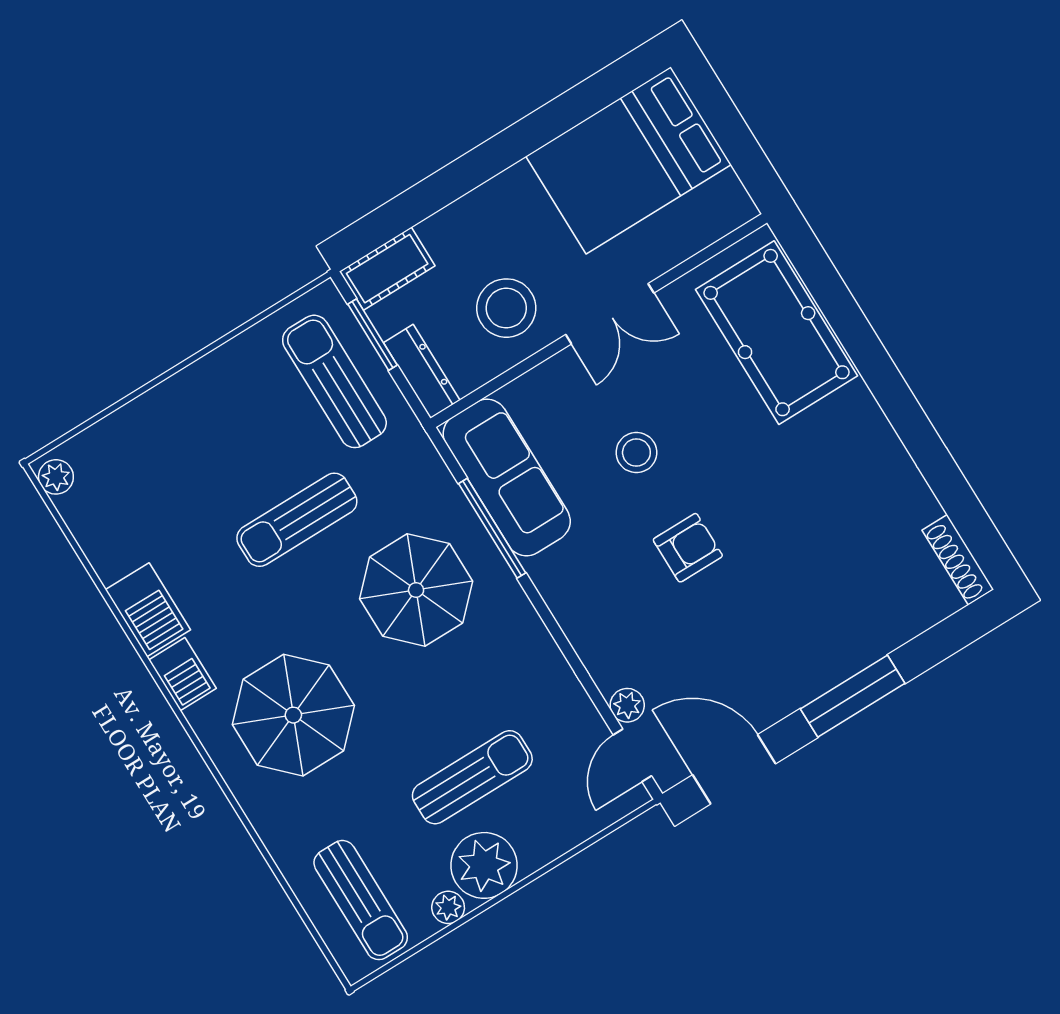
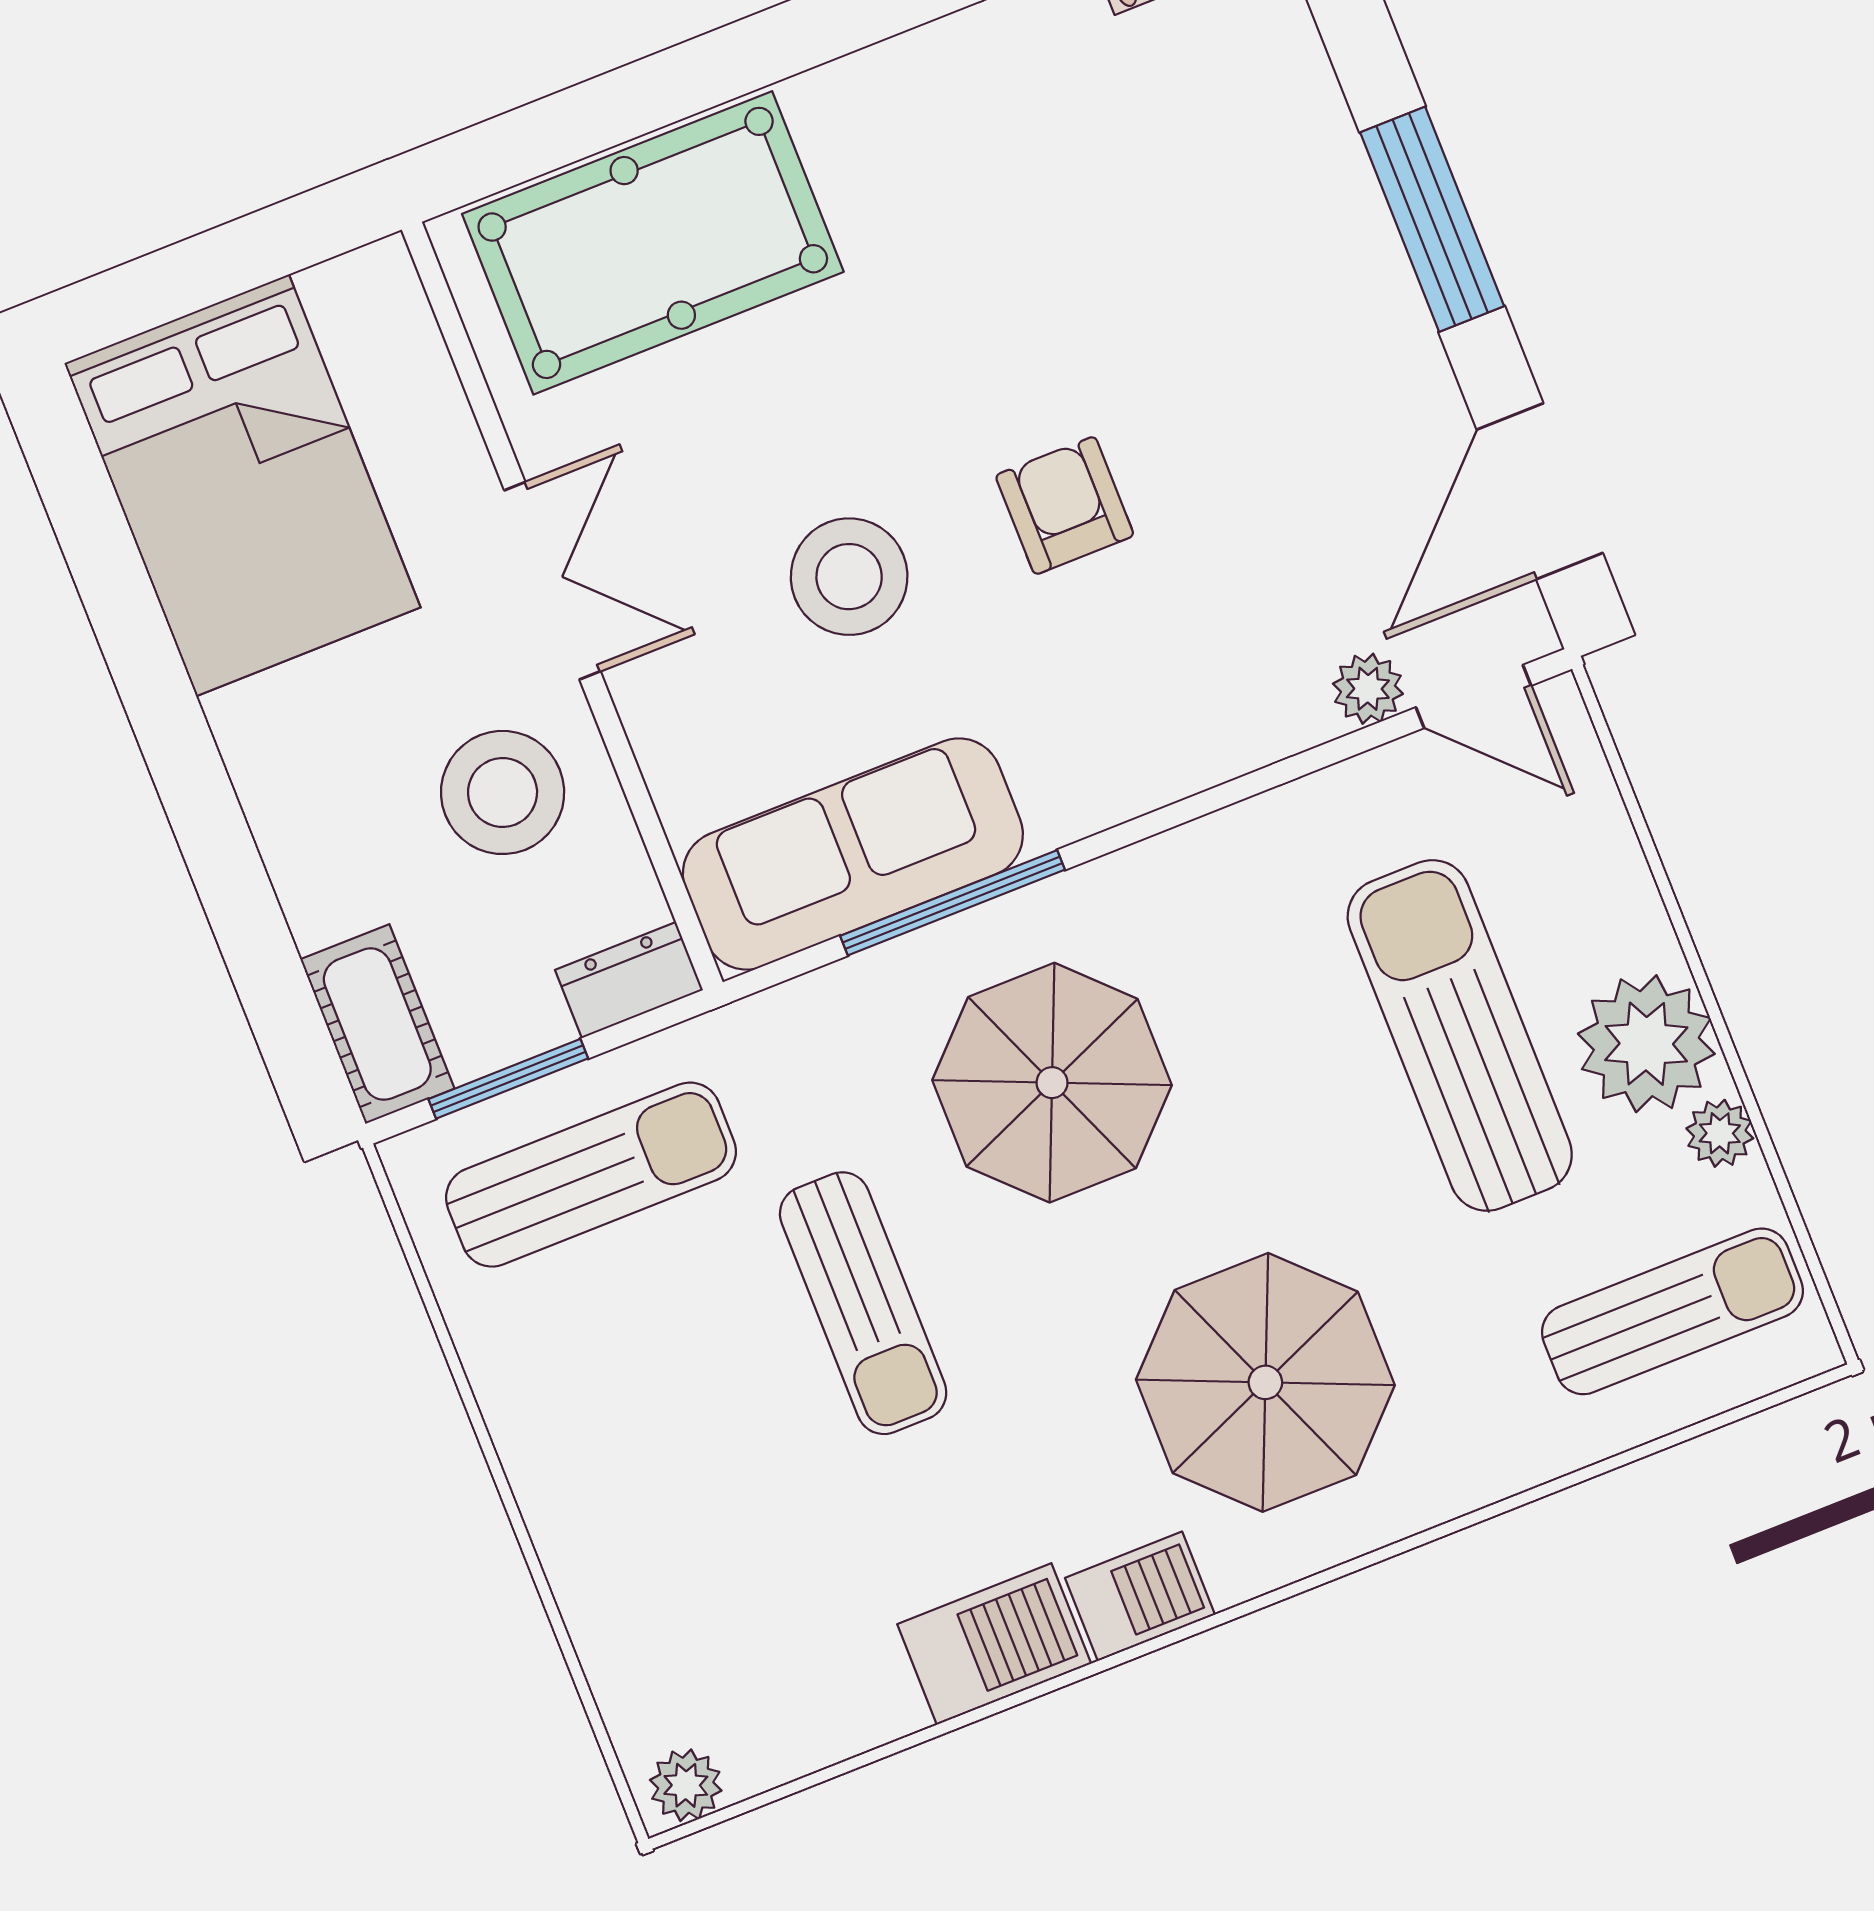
dresser: (422, 371) -> (629, 980), width x0.70
sun lounger: (334, 381) -> (591, 1175), turned 180
stool: (636, 453) -> (849, 577), width x1.38, depth x1.38
sun lounger: (472, 777) -> (1460, 1035), width x1.36, depth x1.34

